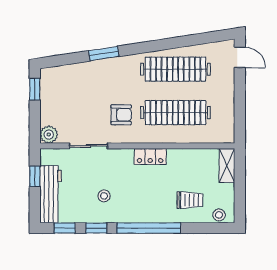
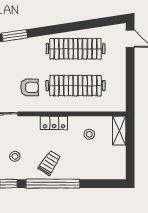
trolley: (190, 200) -> (49, 163), moved, turned -58
stool: (219, 215) -> (89, 134), moved

